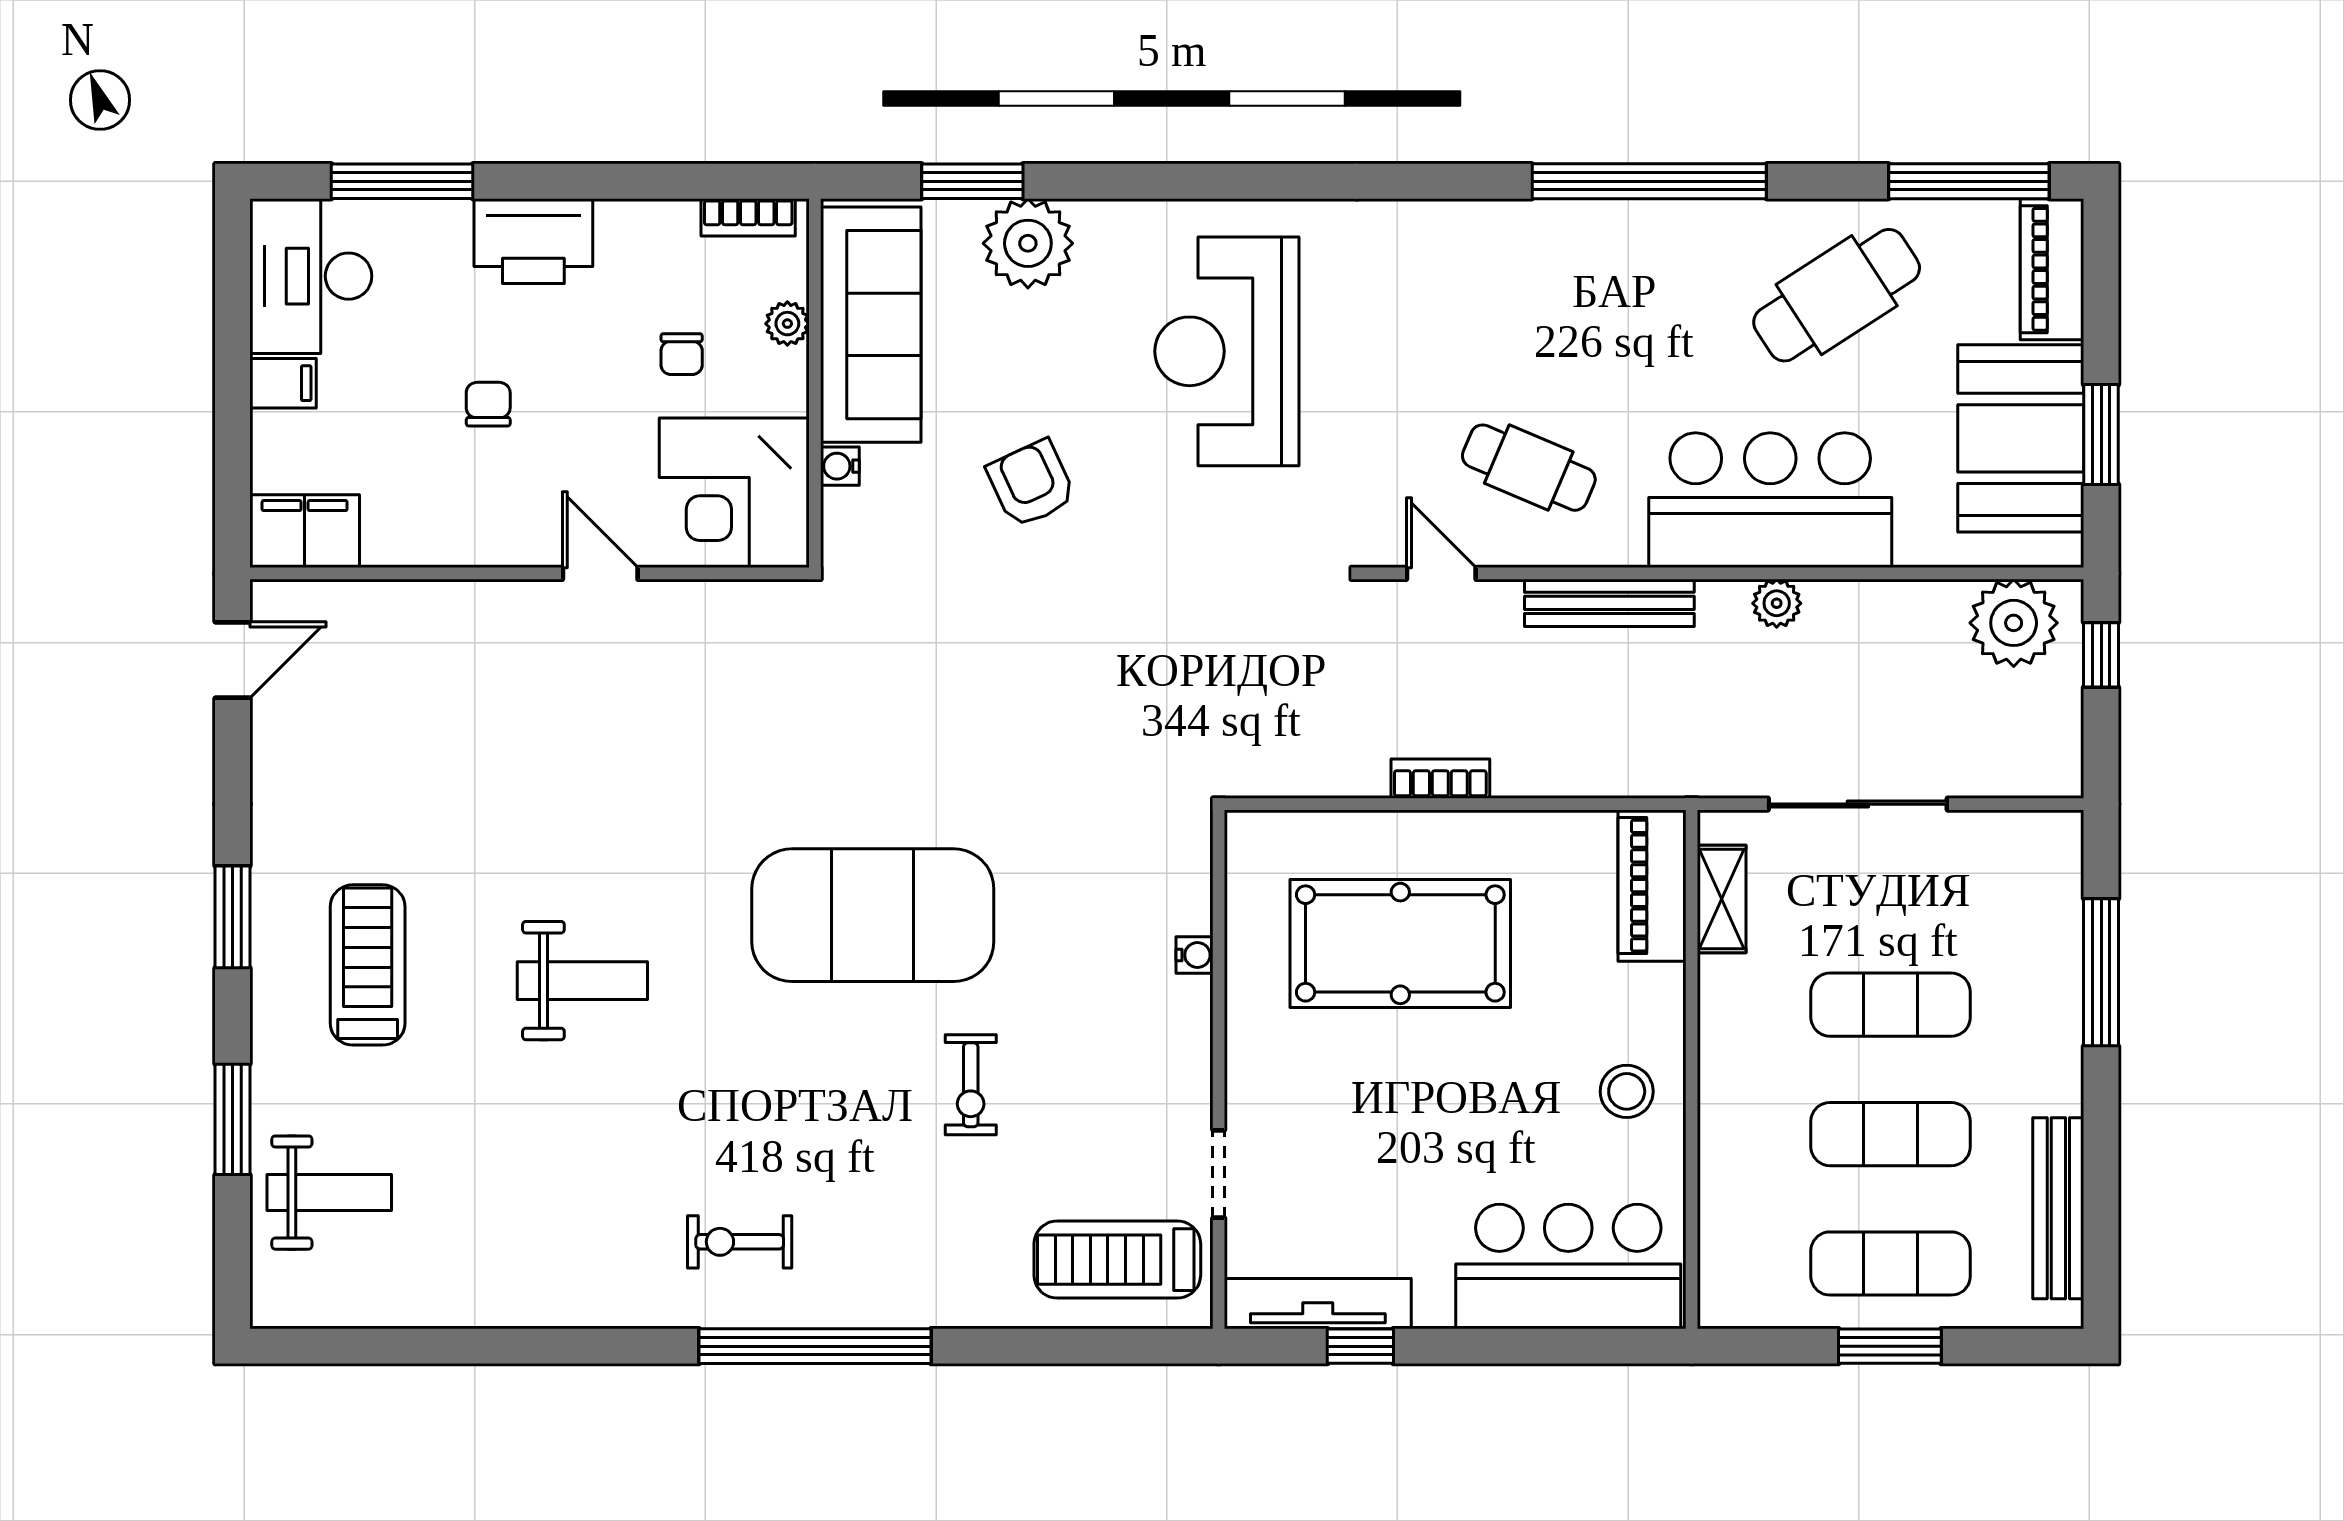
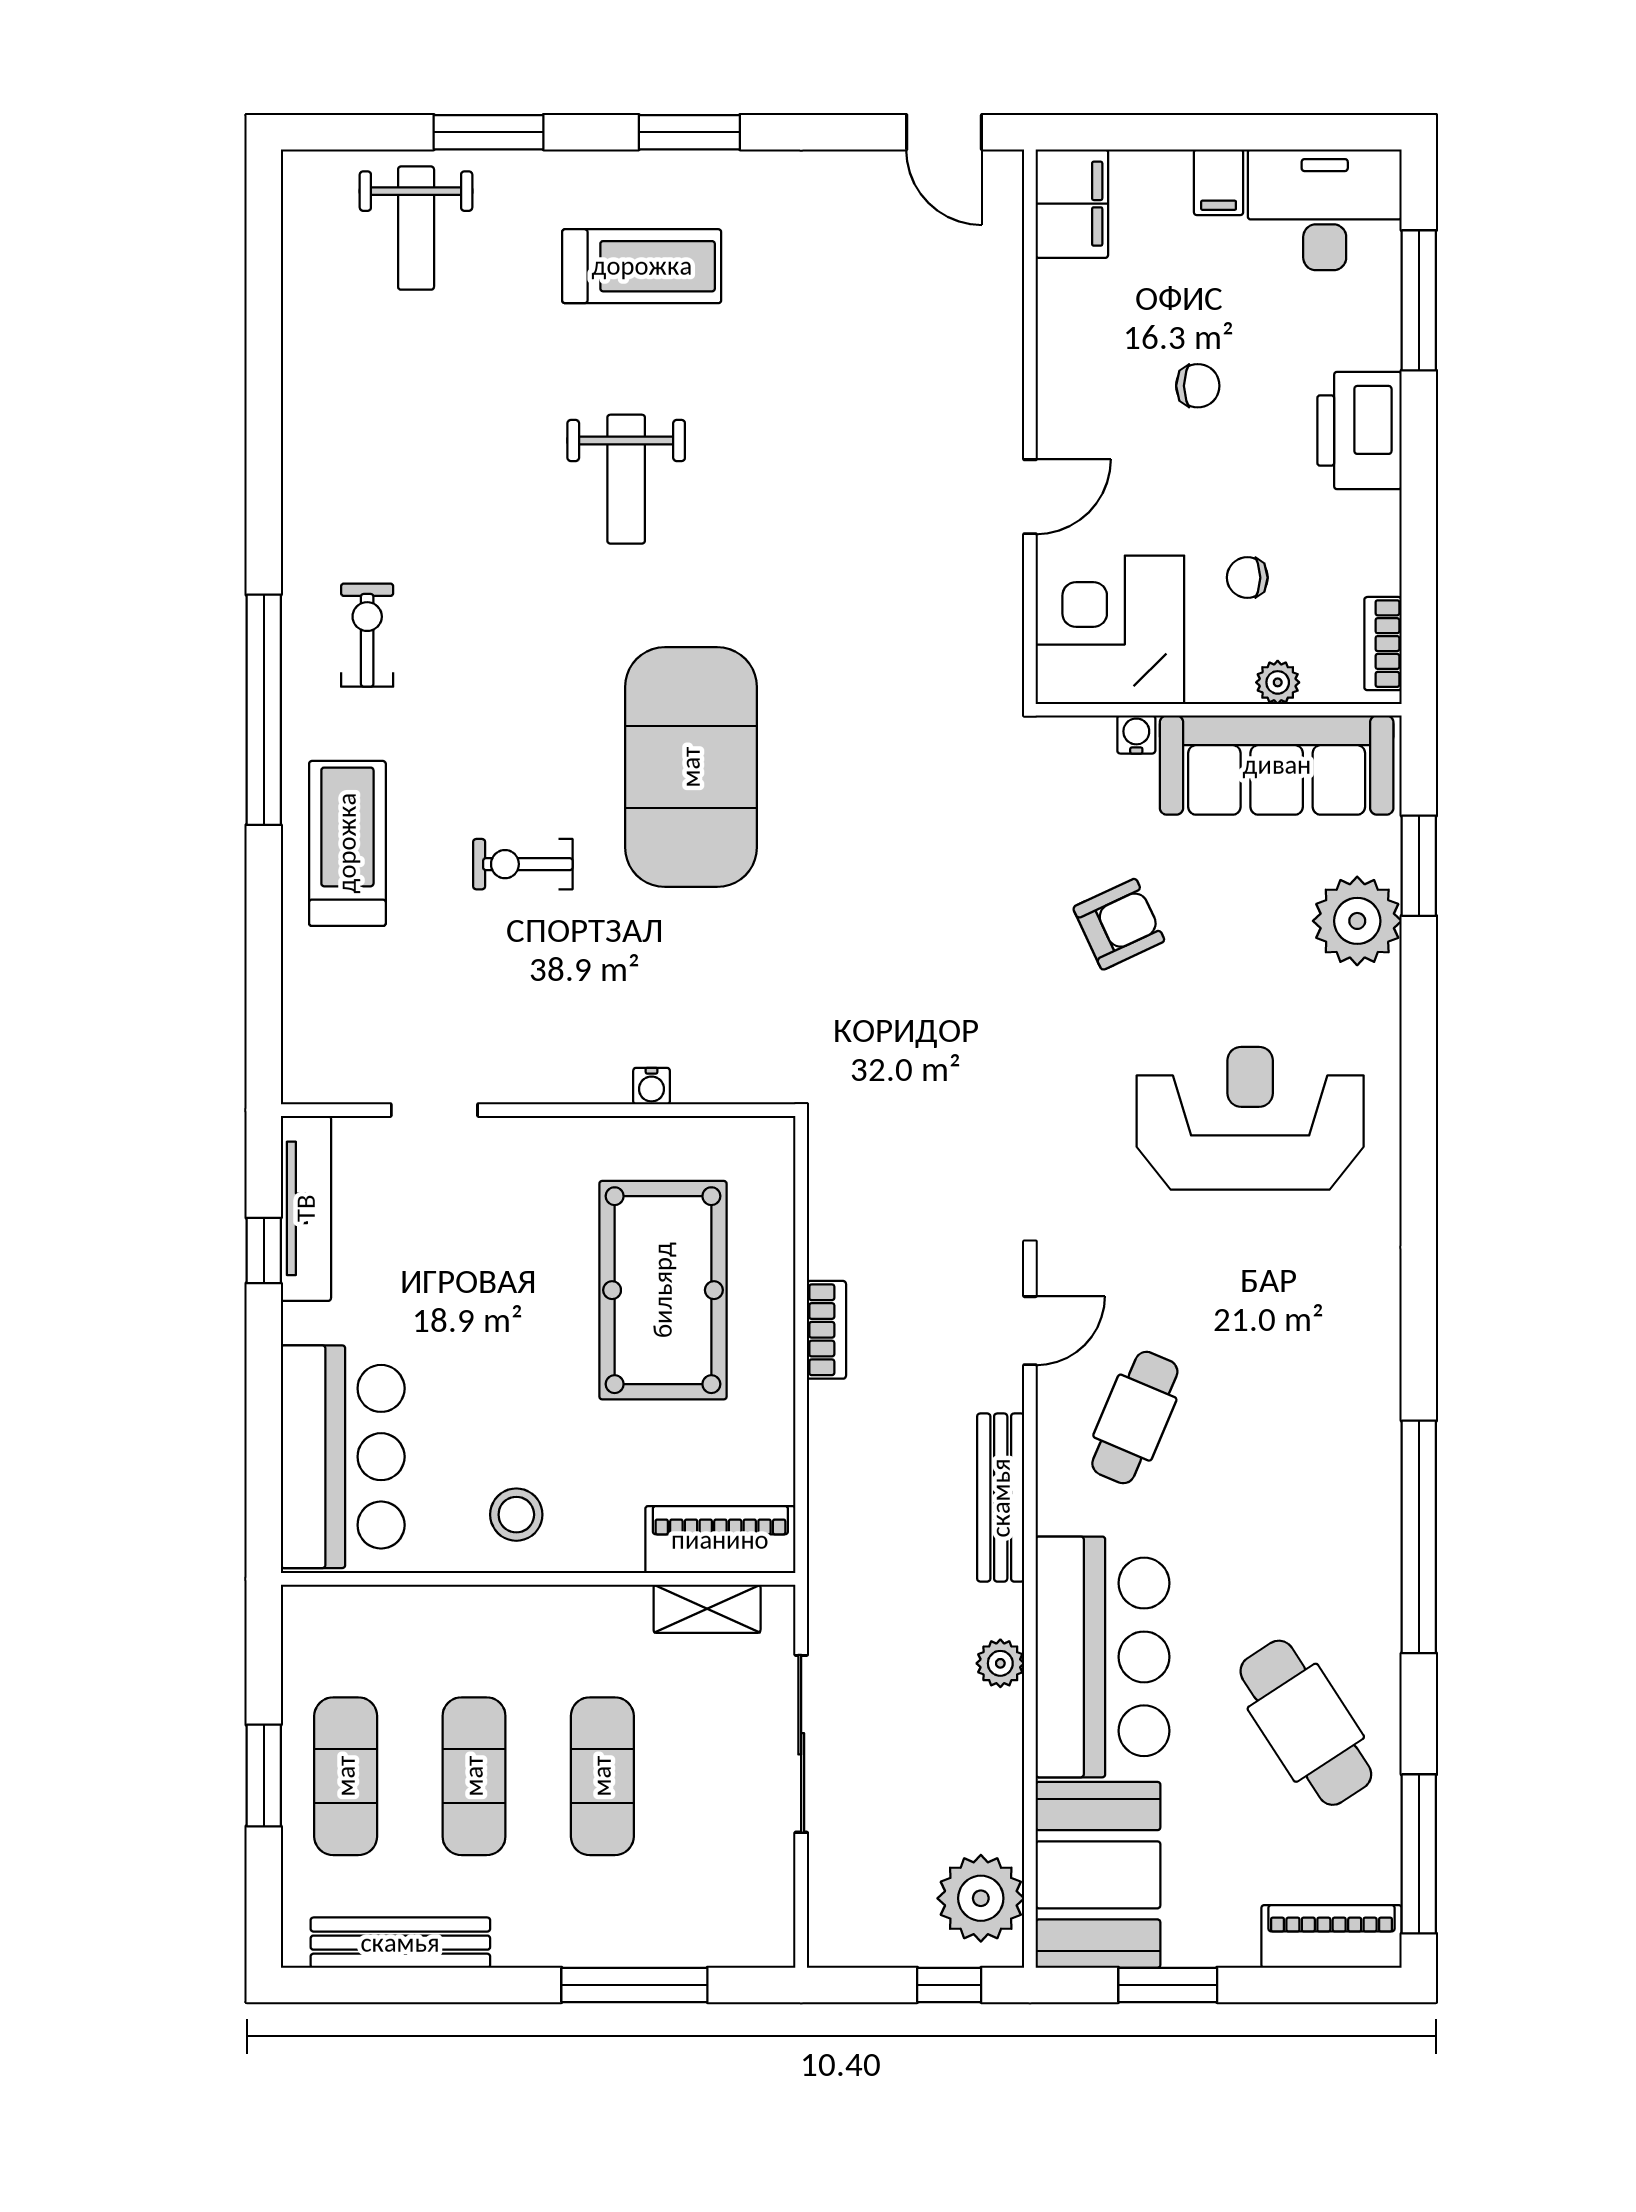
booth: (2021, 438) -> (1098, 1875), moved, turned 90
treadmill: (1117, 1260) -> (347, 843), moved

